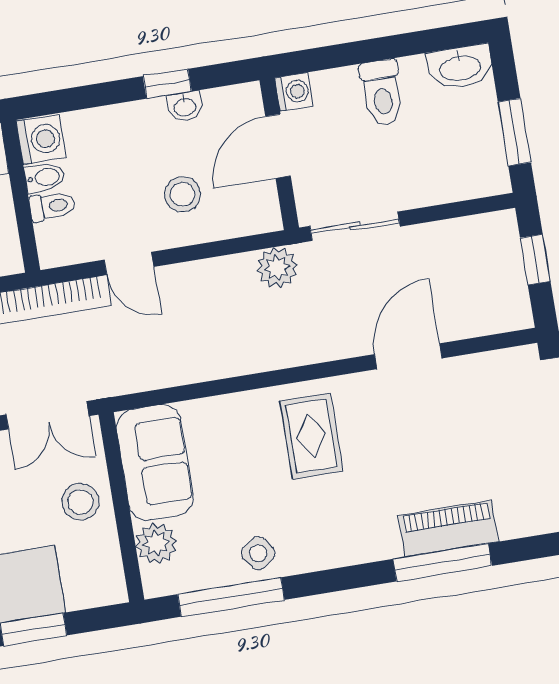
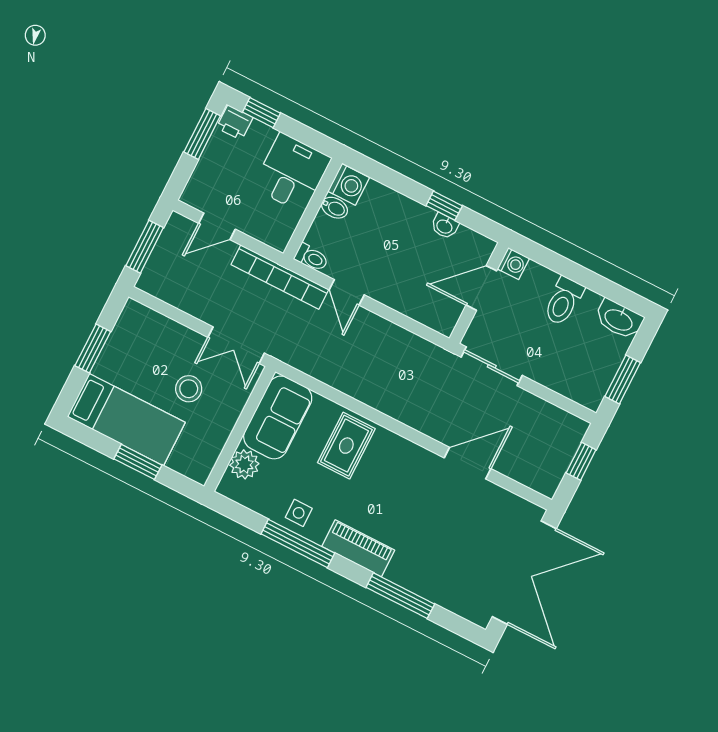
stool: (182, 194) -> (406, 275), removed
toilet: (52, 206) -> (311, 258), moved
plant: (277, 268) -> (430, 357), removed
rug: (311, 436) -> (346, 446), moved
stool: (80, 502) -> (189, 389), moved
piano: (448, 529) -> (358, 548), moved
side table: (258, 553) -> (299, 513), turned 36
window: (231, 597) -> (298, 543), moved

